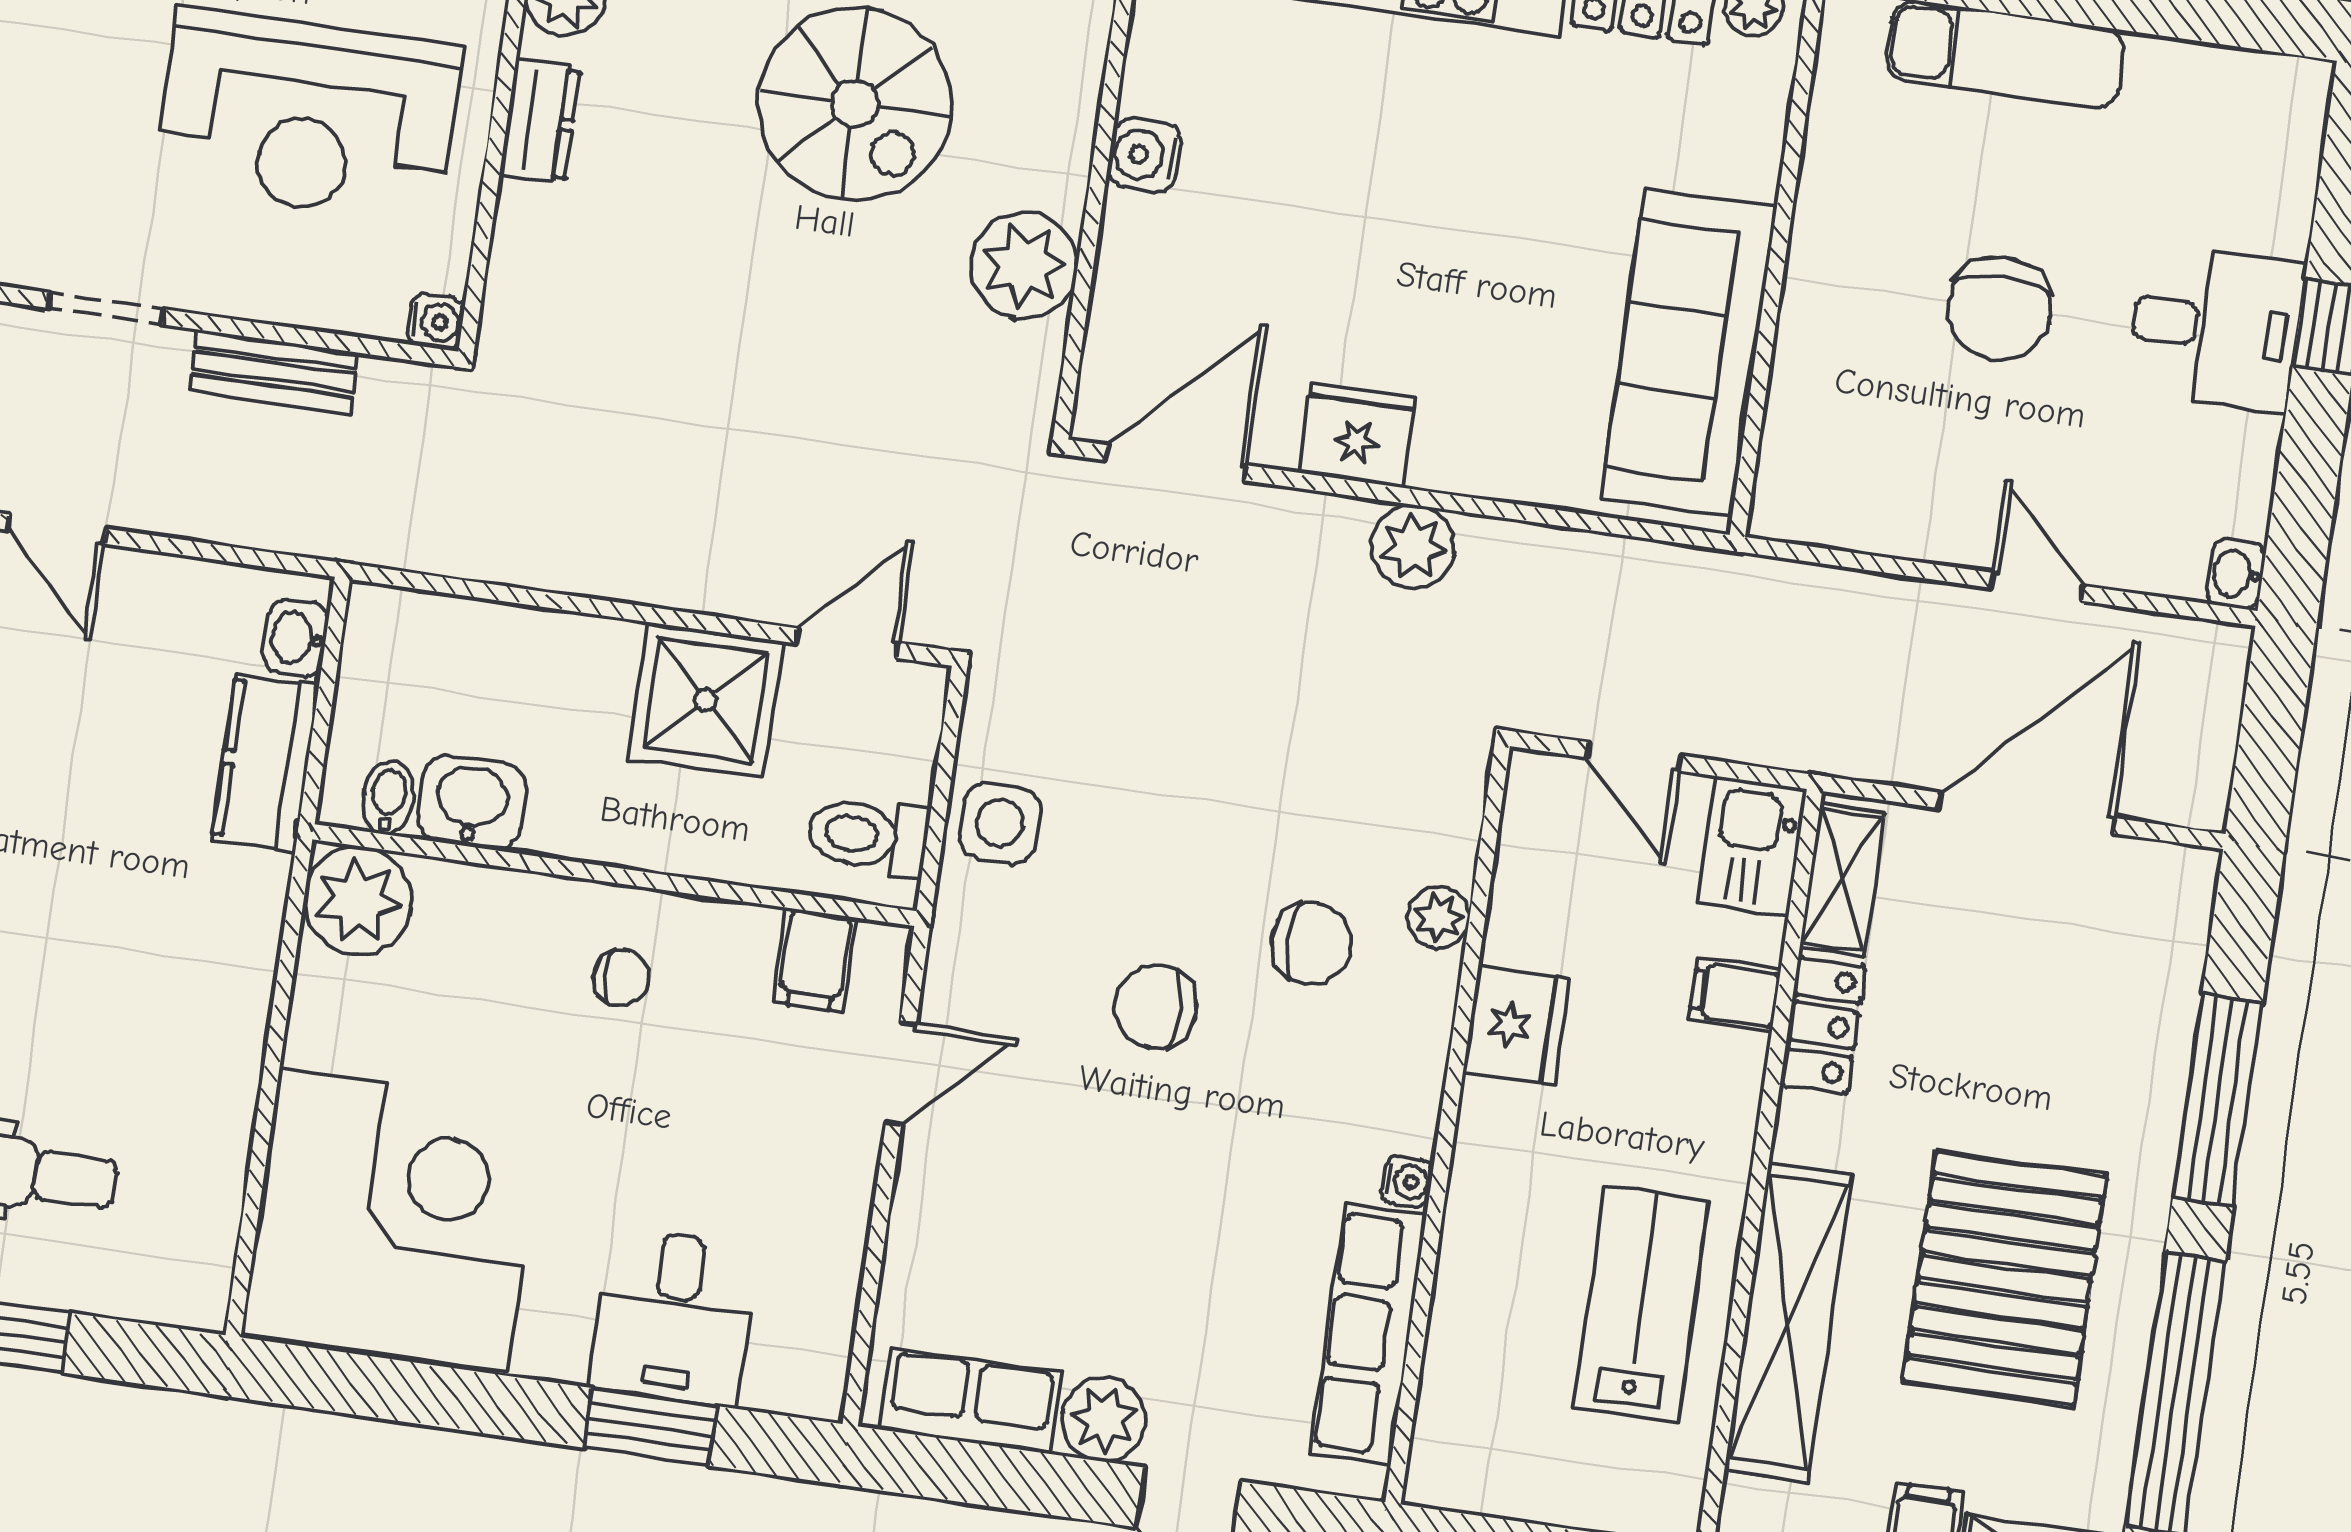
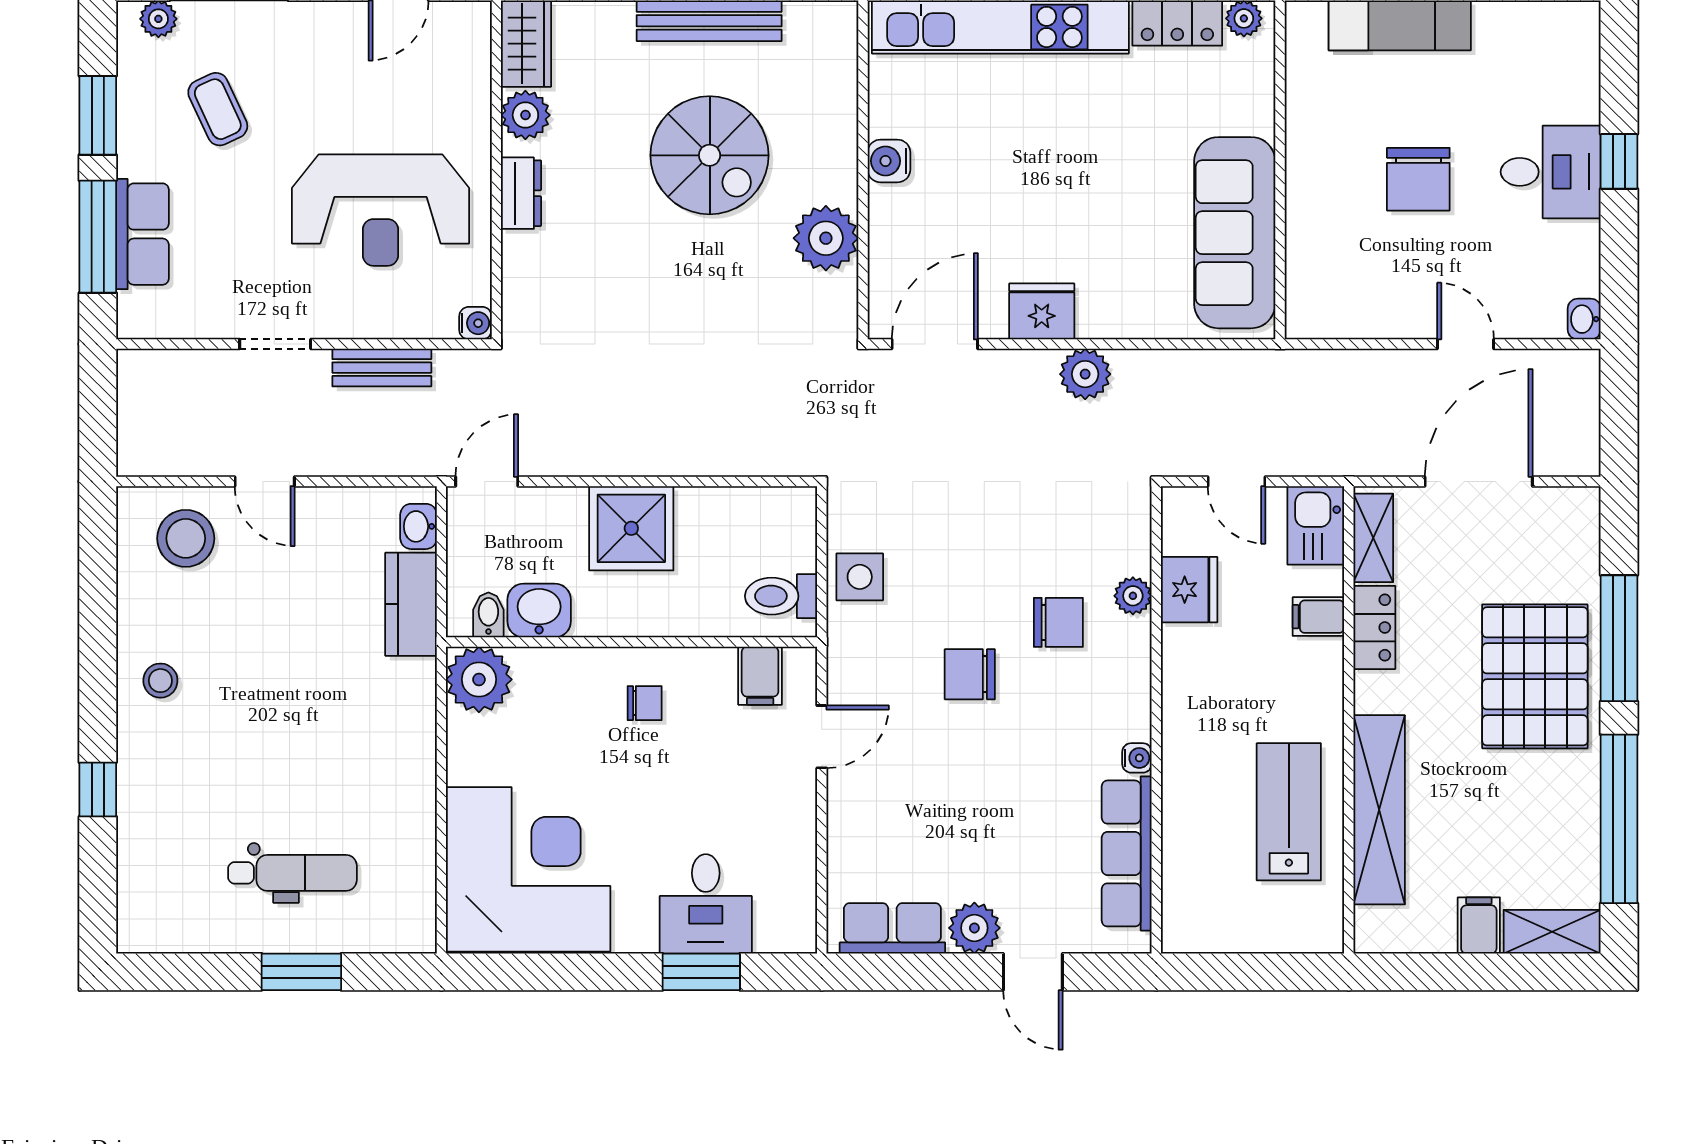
door: (847, 643) -> (487, 482), moved
shower: (706, 700) -> (631, 528), moved
fridge: (1516, 1025) -> (1189, 590), moved
pallet: (2005, 1279) -> (1535, 676), moved

